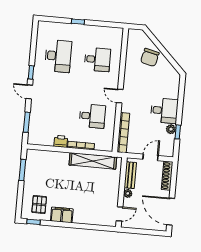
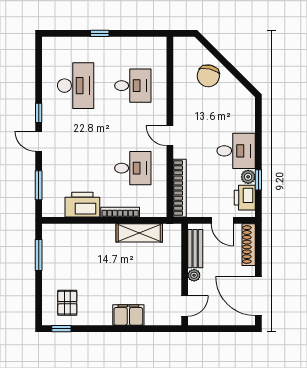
printer: (61, 141) -> (82, 205), width x1.87, depth x1.48
printer: (167, 143) -> (245, 198), added
door: (150, 157) -> (222, 220), swing flipped
shelving: (93, 161) -> (139, 233), width x0.68
filing cabinet: (62, 215) -> (128, 315), moved

